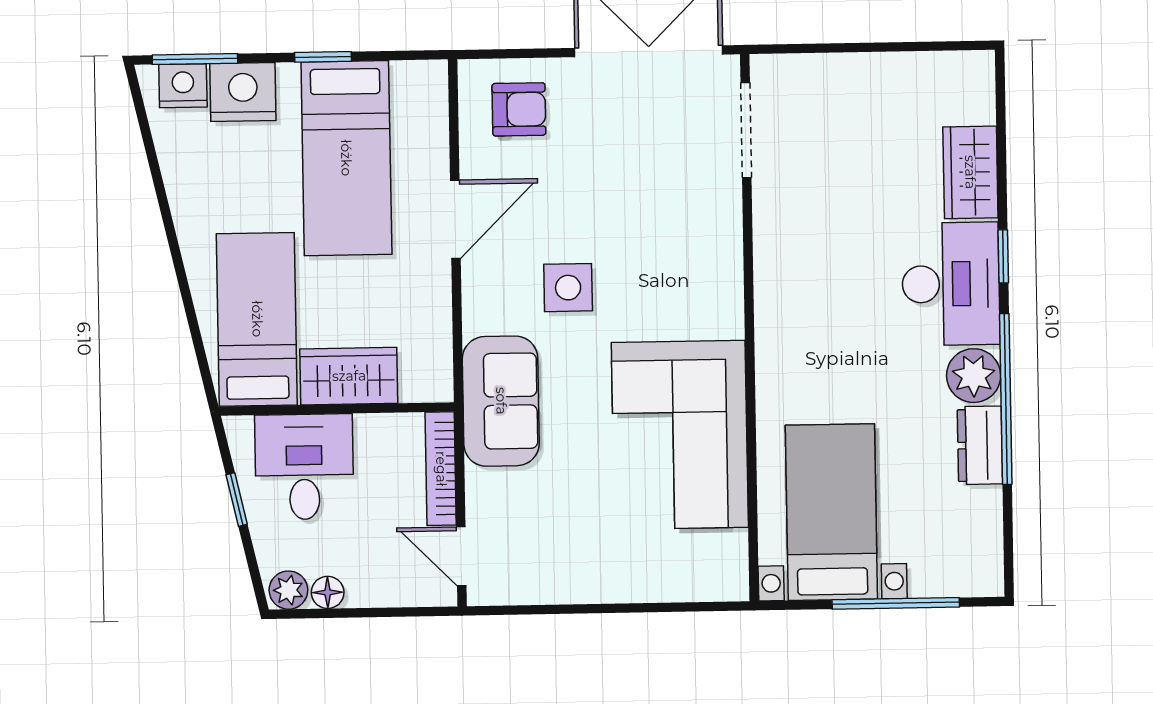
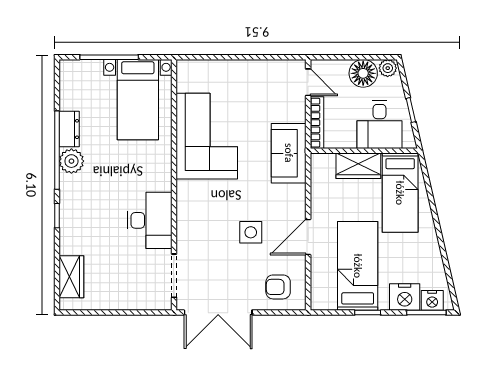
wardrobe: (970, 172) -> (71, 277), moved
desk: (951, 284) -> (150, 220), moved, turned 180
side table: (568, 288) -> (251, 232), moved
floor lamp: (328, 592) -> (363, 73), width x1.89, depth x1.89

